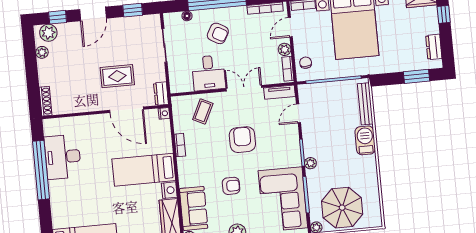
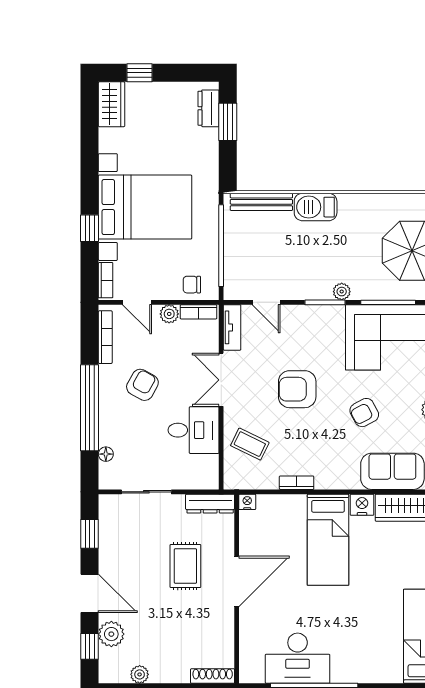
plant: (48, 33) -> (111, 634), moved
armchair: (218, 33) -> (142, 385), moved
dresser: (434, 47) -> (208, 108), moved, turned 90
dresser: (161, 94) -> (210, 504), width x1.44
door: (127, 110) -> (237, 581), moved
armchair: (231, 186) -> (364, 413), turned -118

